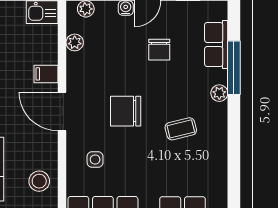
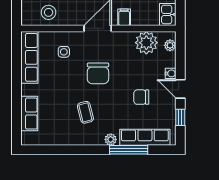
plant: (75, 42) -> (146, 43), width x1.87, depth x1.87
row of seats: (216, 44) -> (145, 137), width x1.48
chair: (126, 111) -> (98, 73), turned 180

